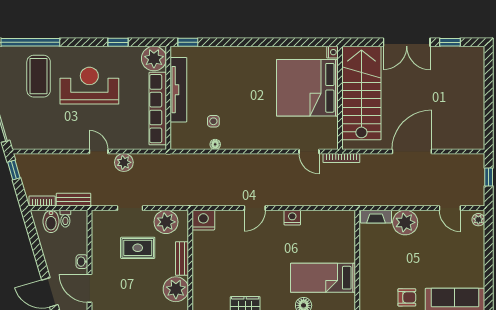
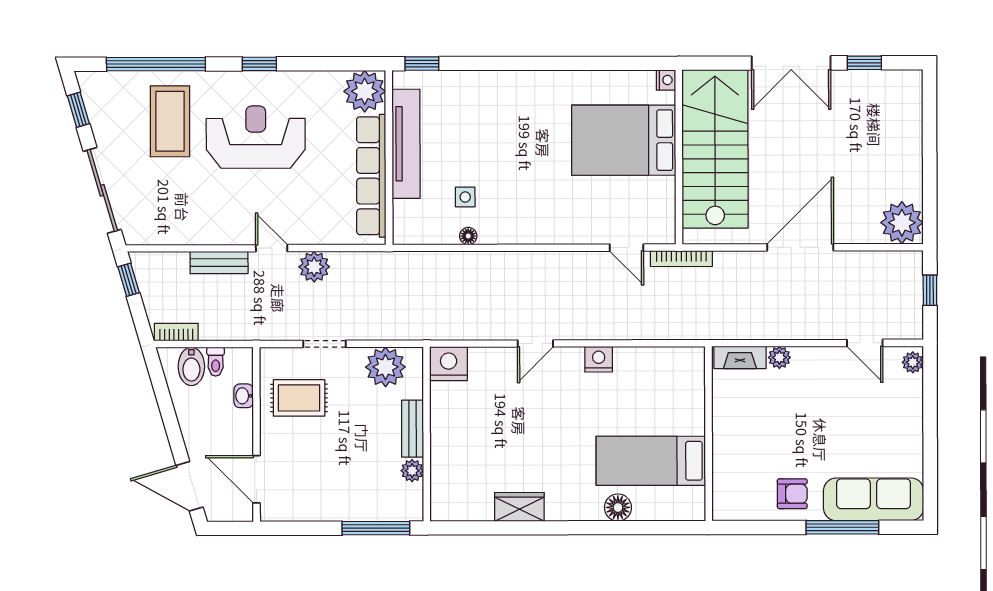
window: (118, 42) -> (259, 64), moved
bed: (307, 88) -> (624, 140), width x0.73
plant: (472, 137) -> (902, 223), added
bench: (74, 200) -> (219, 263), moved
plant: (405, 222) -> (779, 357), width x0.53, depth x0.53
rug: (138, 248) -> (299, 398), moved
washbasin: (82, 262) -> (244, 396), moved
plant: (176, 289) -> (412, 471), width x0.53, depth x0.53

